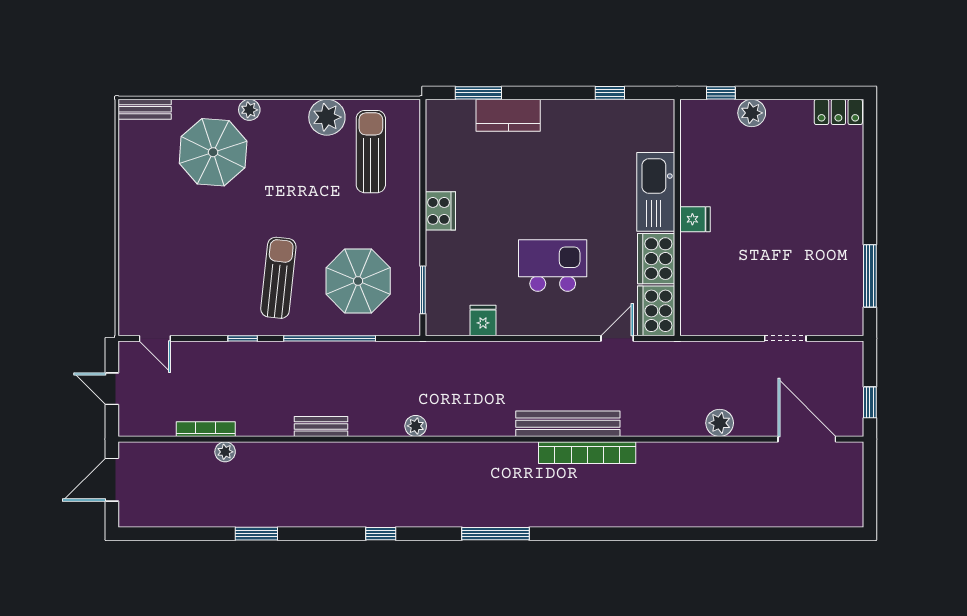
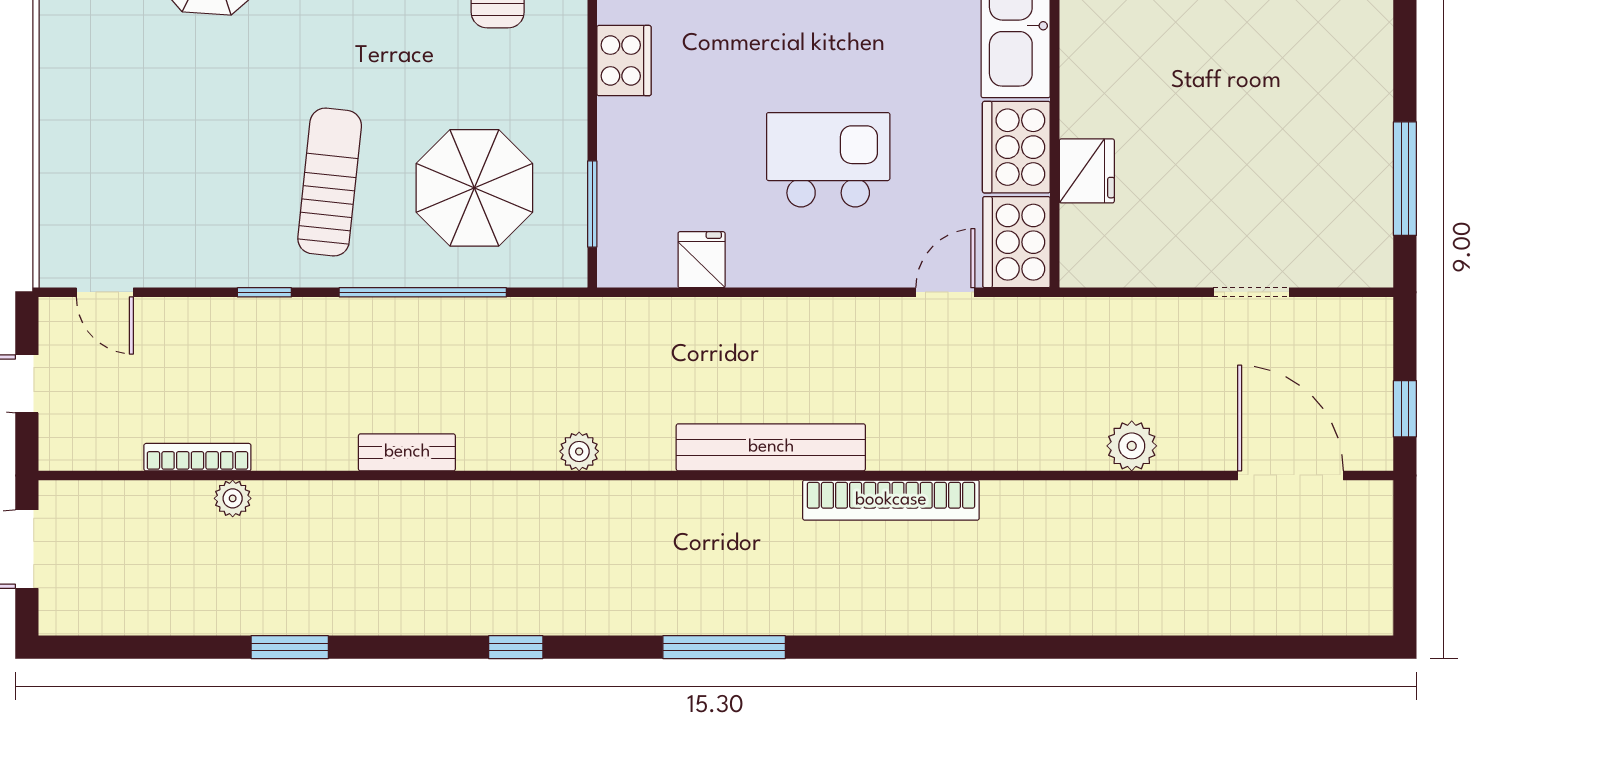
fridge: (695, 219) -> (1087, 171), moved, width x1.38
bench: (568, 424) -> (771, 447), moved

